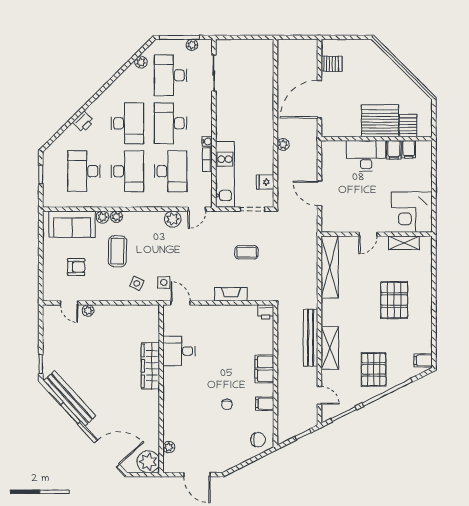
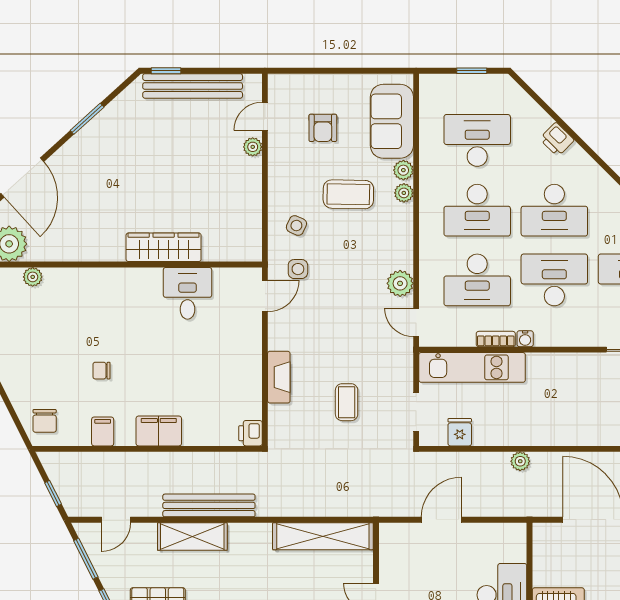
bench: (70, 398) -> (193, 86), moved, turned 42

